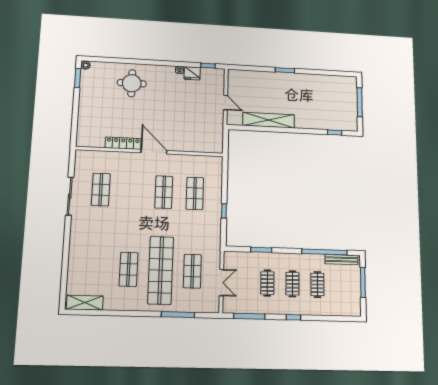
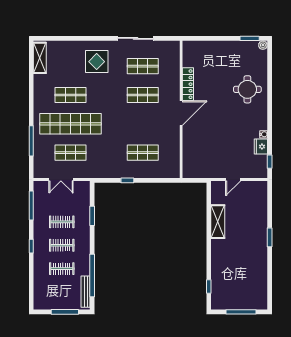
shelving: (269, 120) -> (218, 222), width x0.68
shop shelf: (164, 192) -> (143, 95), moved
display table: (93, 239) -> (97, 62), added

